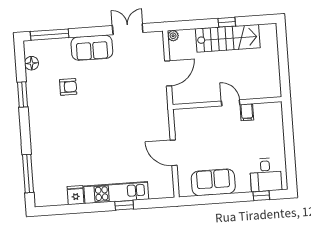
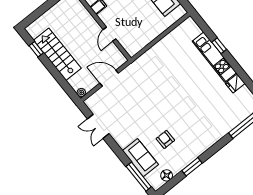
window: (227, 22) -> (36, 49), moved
sofa: (92, 48) -> (140, 158), moved
door: (231, 103) -> (110, 34), moved
door: (174, 153) -> (160, 37), removed

